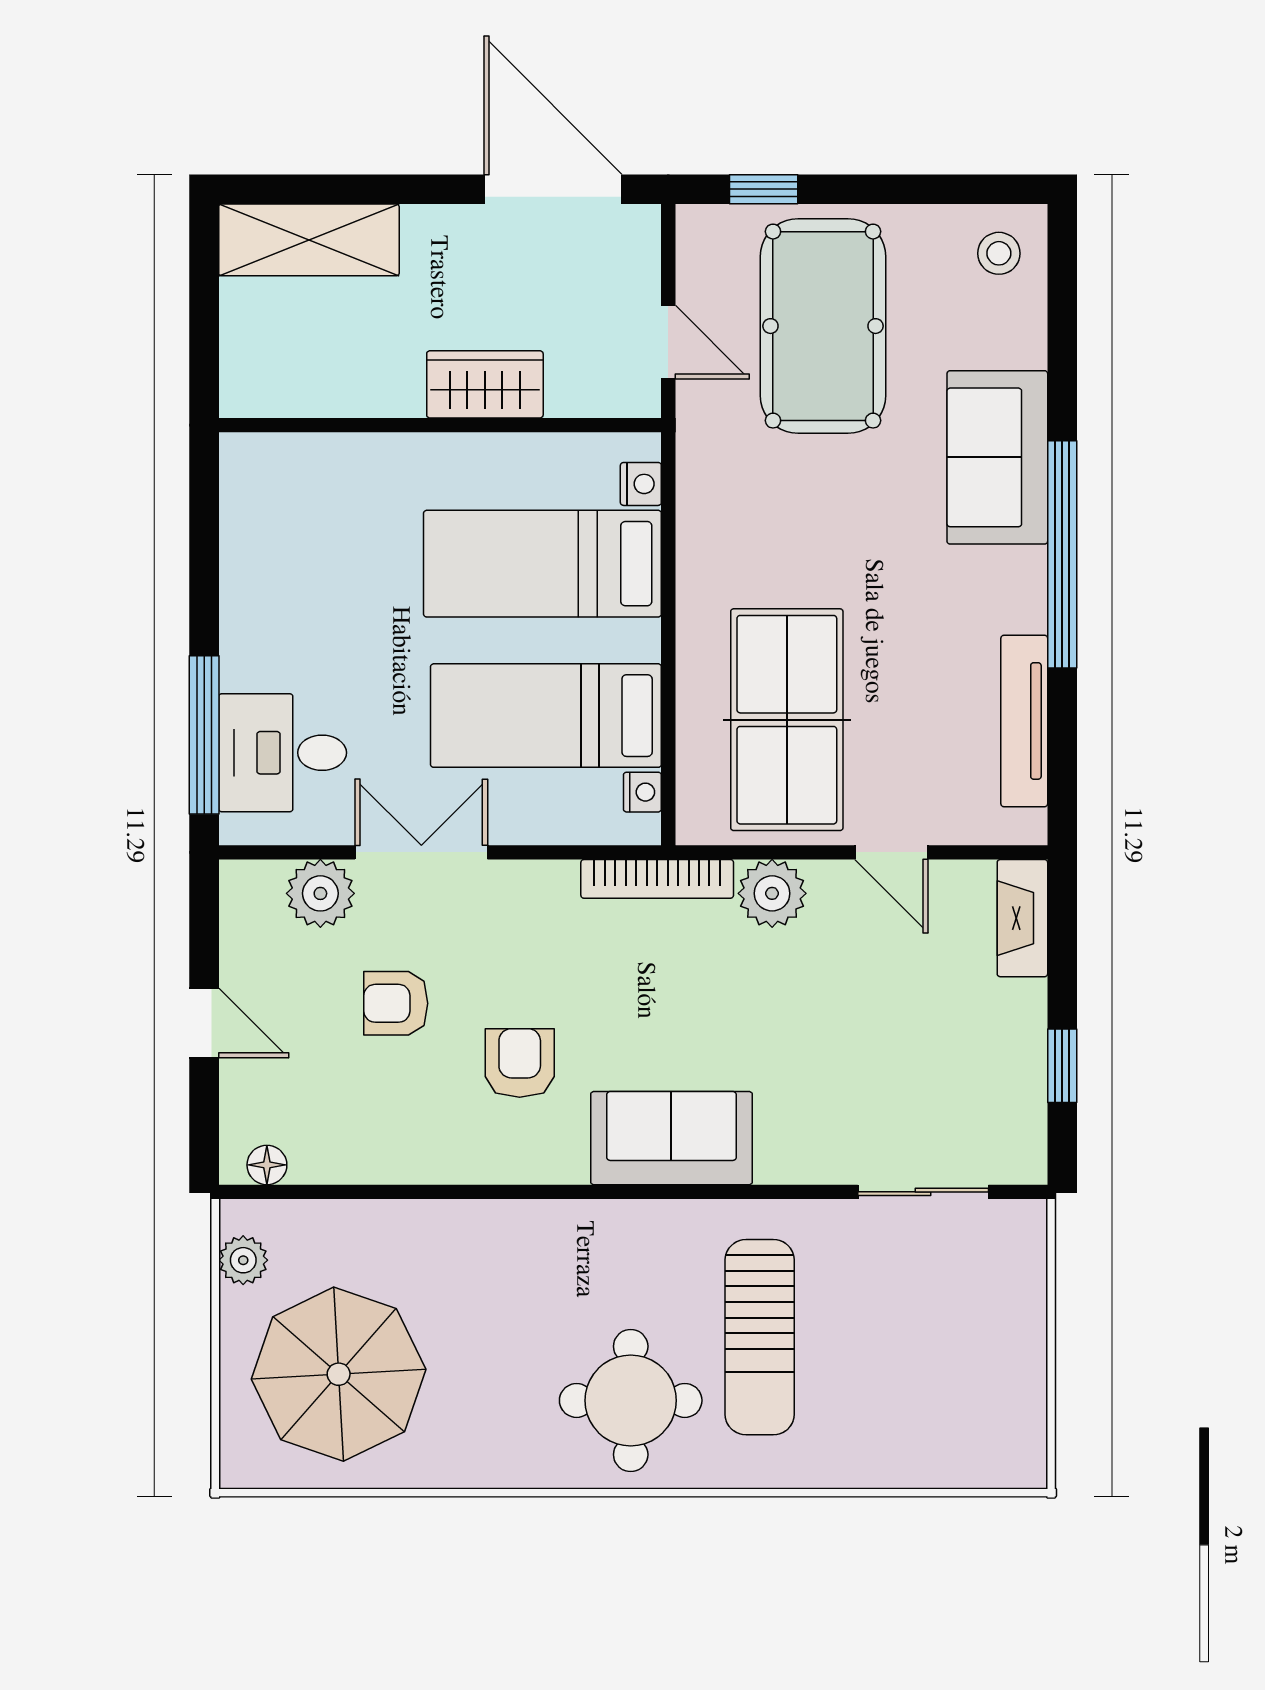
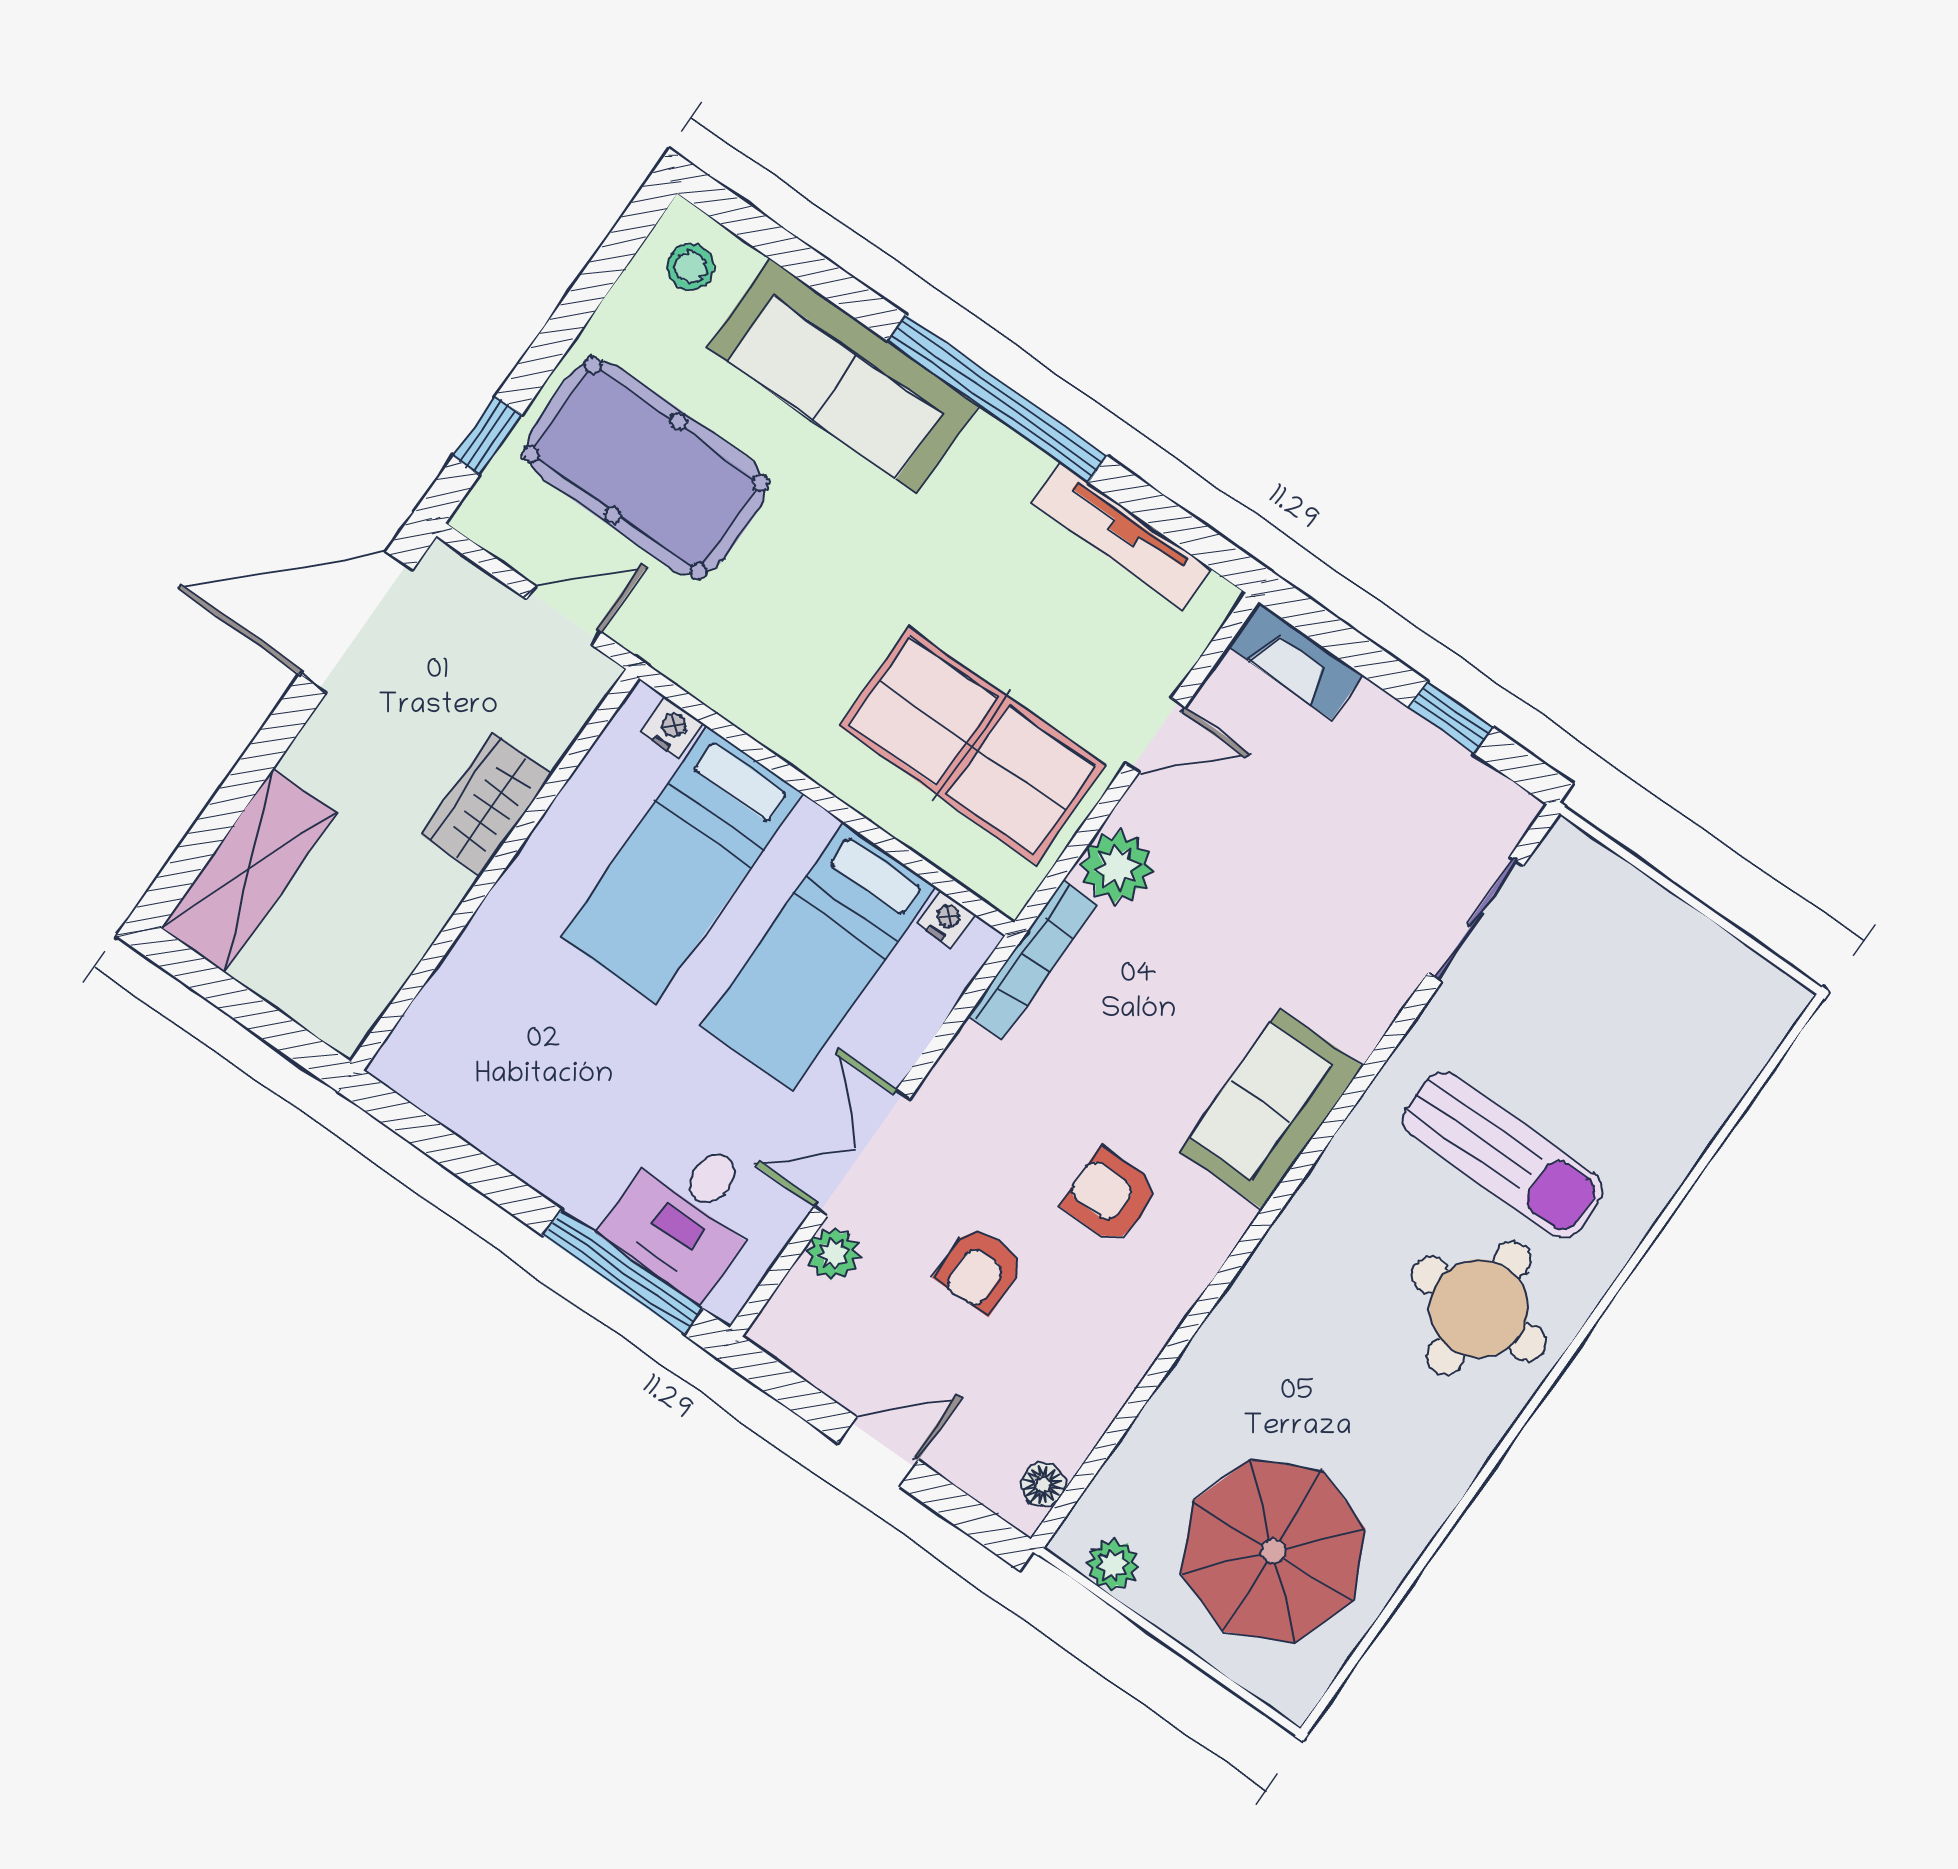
sofa: (997, 457) -> (843, 376), width x1.36
plant: (320, 893) -> (833, 1254), width x0.73, depth x0.73

